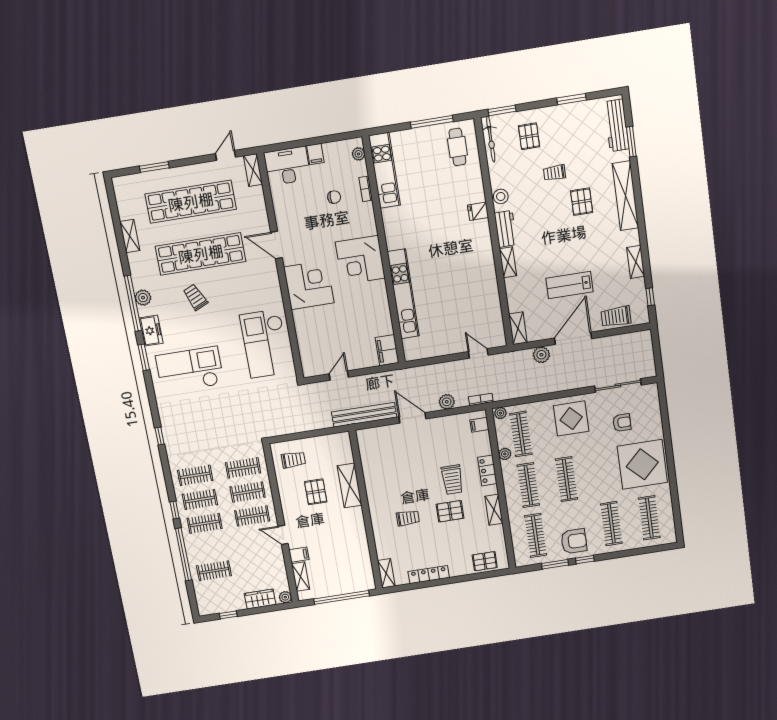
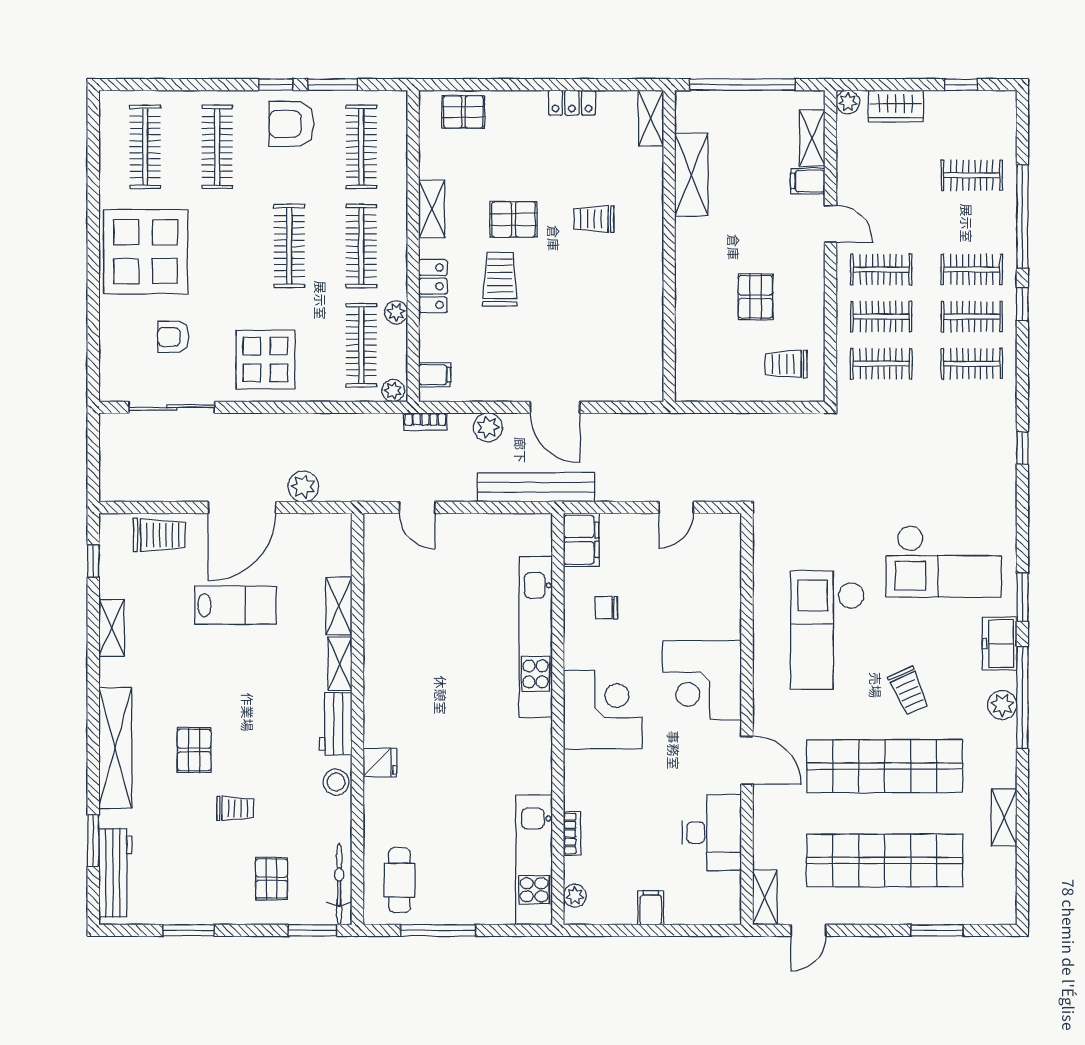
desk: (287, 166) -> (712, 833), moved, turned -90
chair: (334, 197) -> (606, 608), moved
shelving: (518, 328) -> (339, 606), moved
checkout: (265, 344) -> (827, 630), moved, turned 180
bench: (364, 415) -> (536, 487), moved
shelving: (349, 485) -> (691, 174), moved
locker: (429, 575) -> (572, 103), width x0.66

